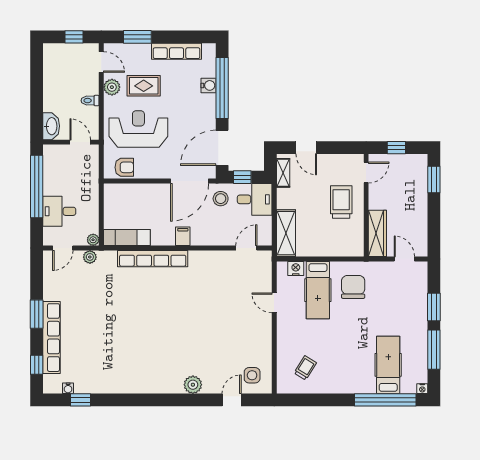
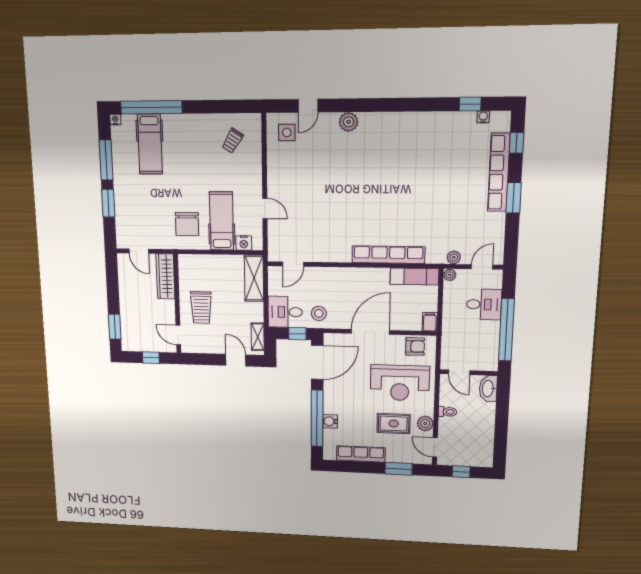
armchair: (124, 167) -> (415, 346), turned 180
door: (366, 172) -> (178, 335), hinge flipped
door: (190, 181) -> (370, 332), moved
filing cabinet: (183, 236) -> (430, 322), moved, turned 180

